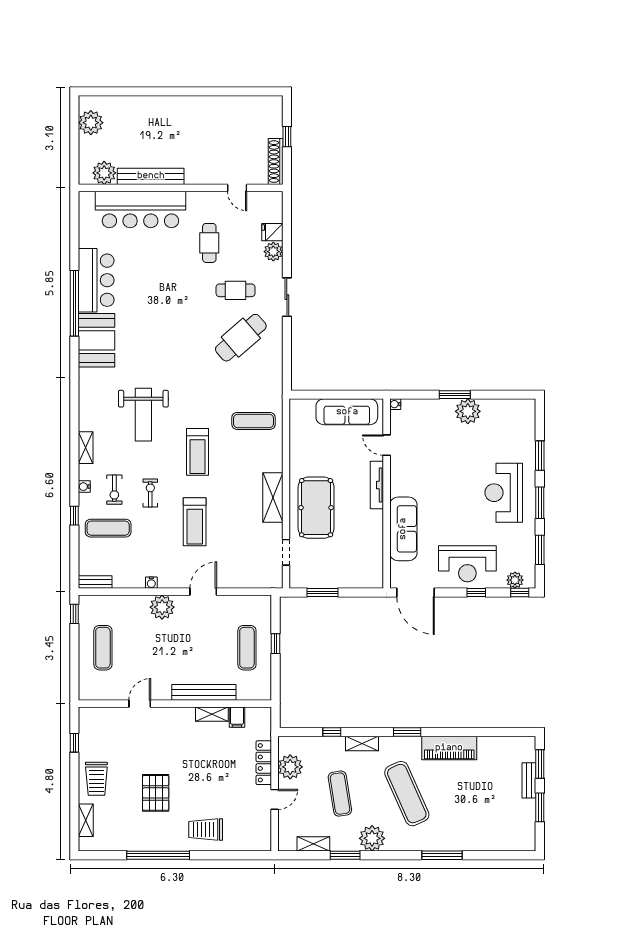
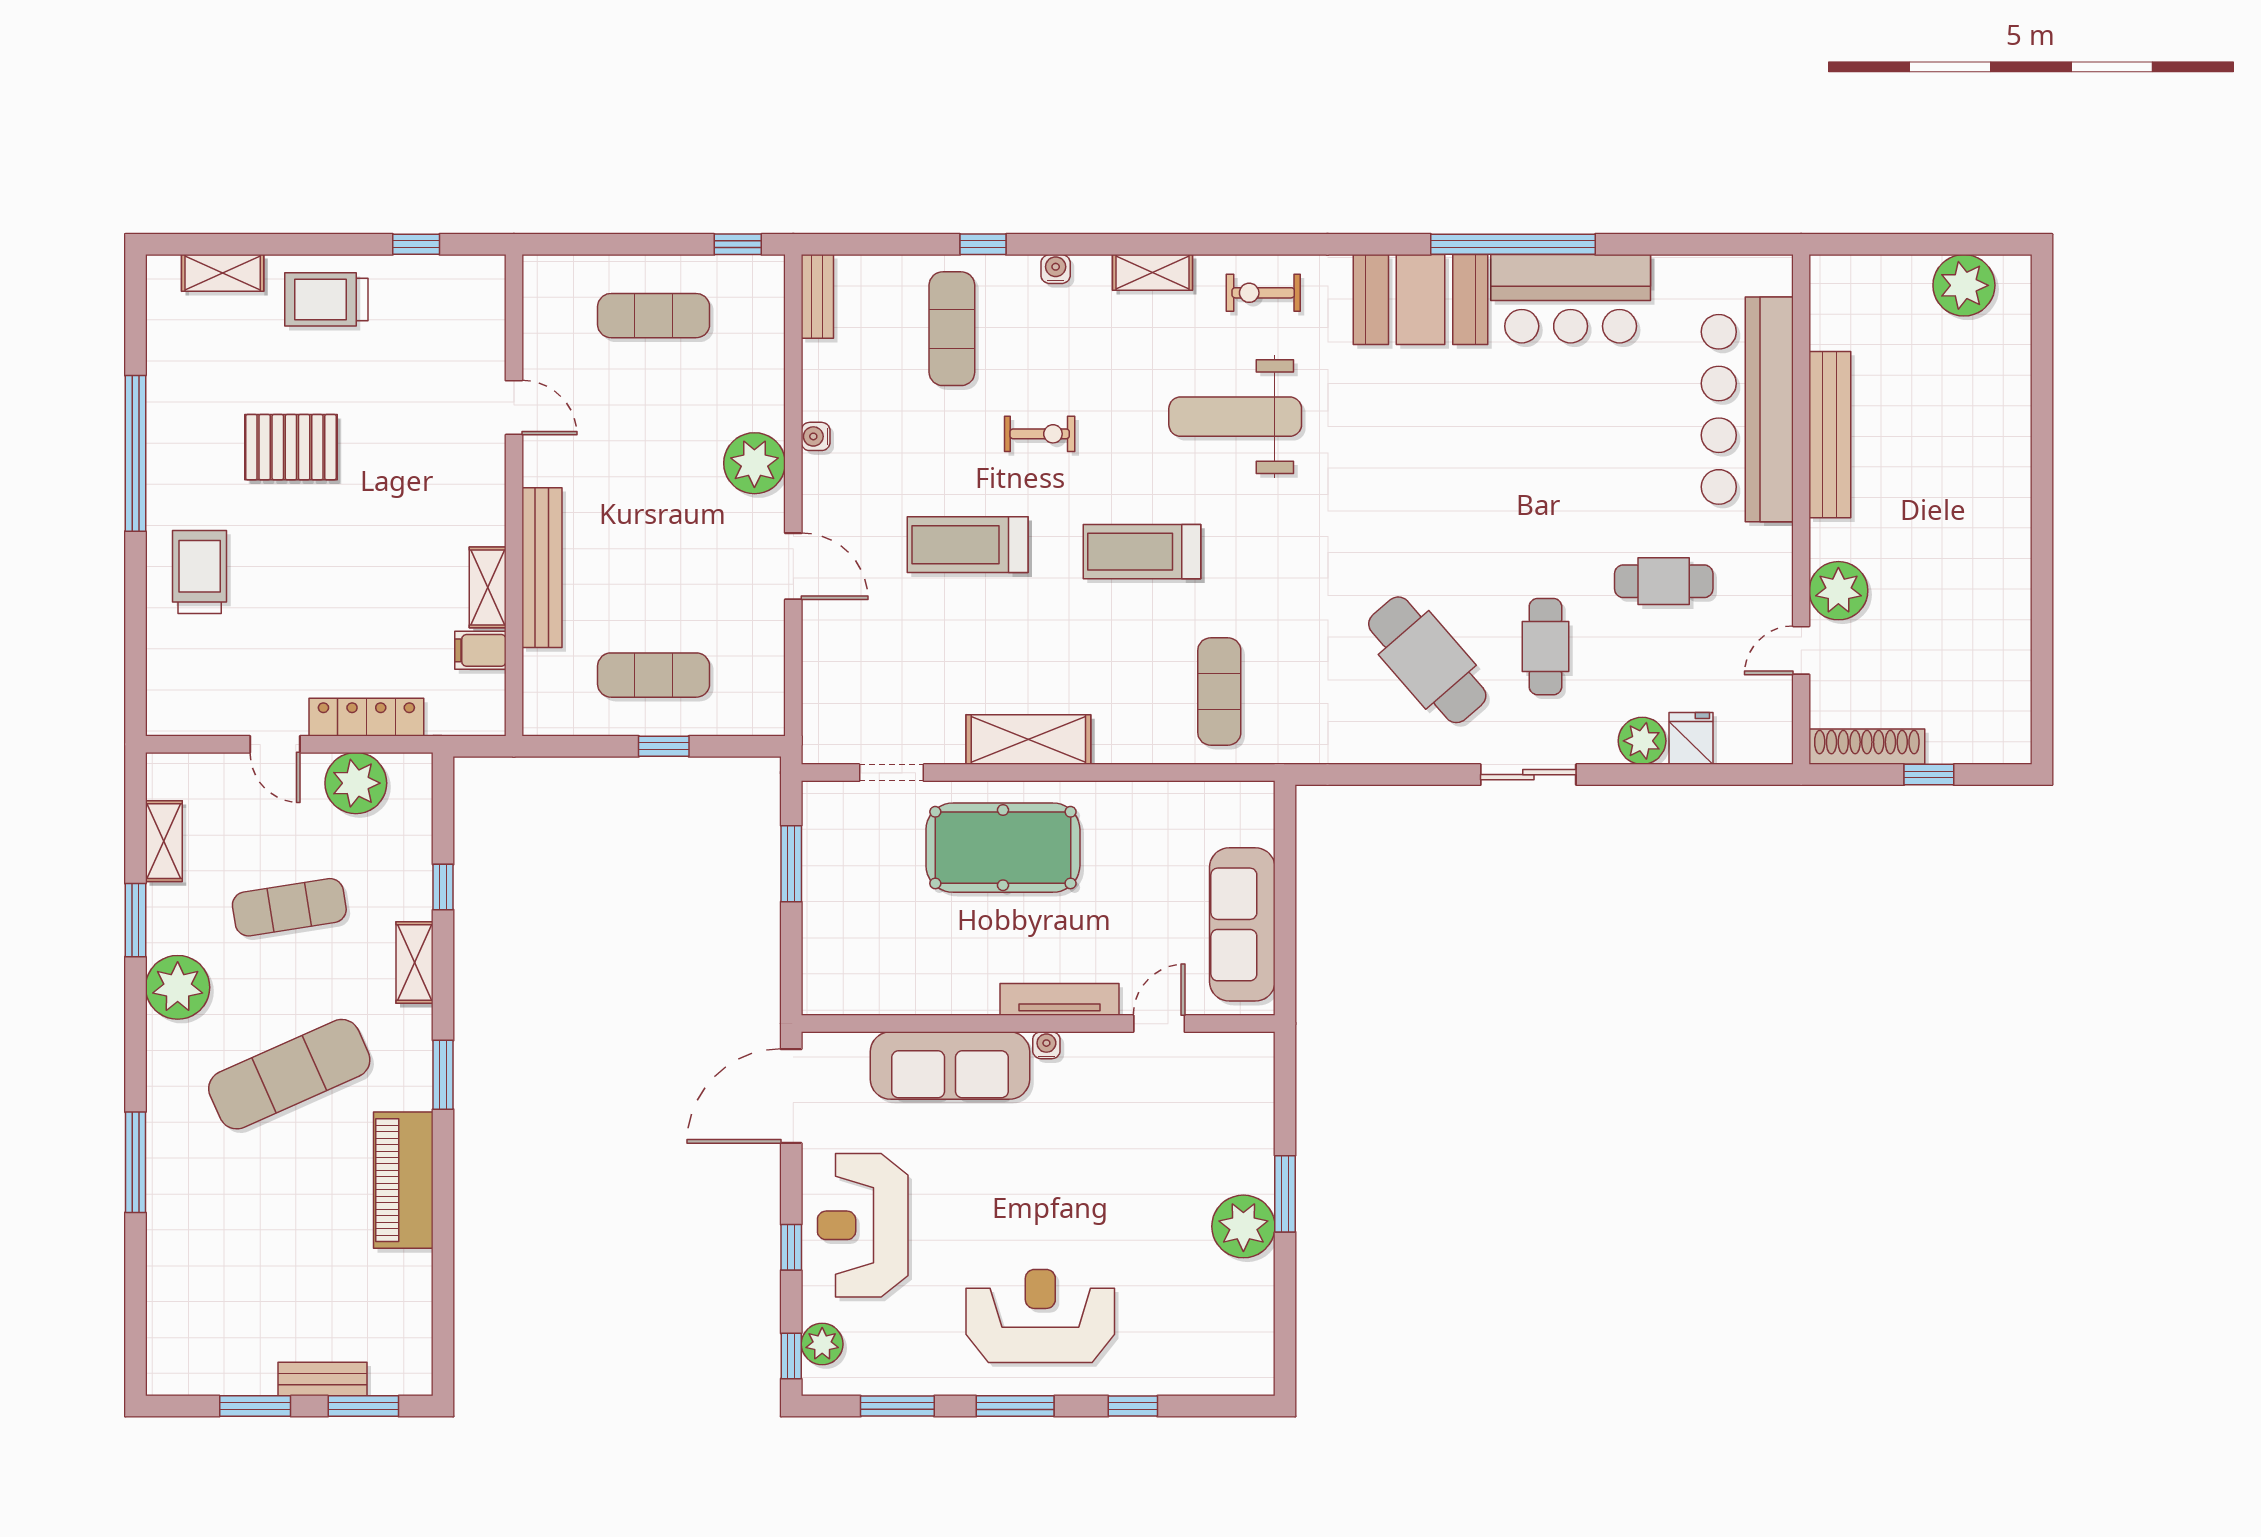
plant: (104, 173) -> (1838, 591), moved
water cooler: (395, 404) -> (1046, 1045), moved
window: (540, 456) -> (1133, 1406), width x0.67
exercise bike: (114, 490) -> (1263, 293), moved

